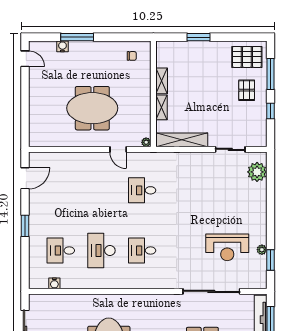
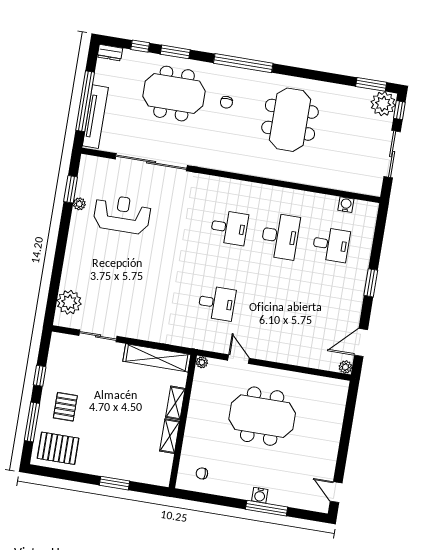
water cooler: (62, 46) -> (260, 495), moved
plant: (34, 157) -> (345, 367), added

